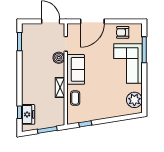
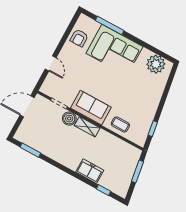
door: (92, 21) -> (51, 63), width x0.53
shelving: (60, 88) -> (87, 127), moved
freezer: (28, 114) -> (90, 171), moved

